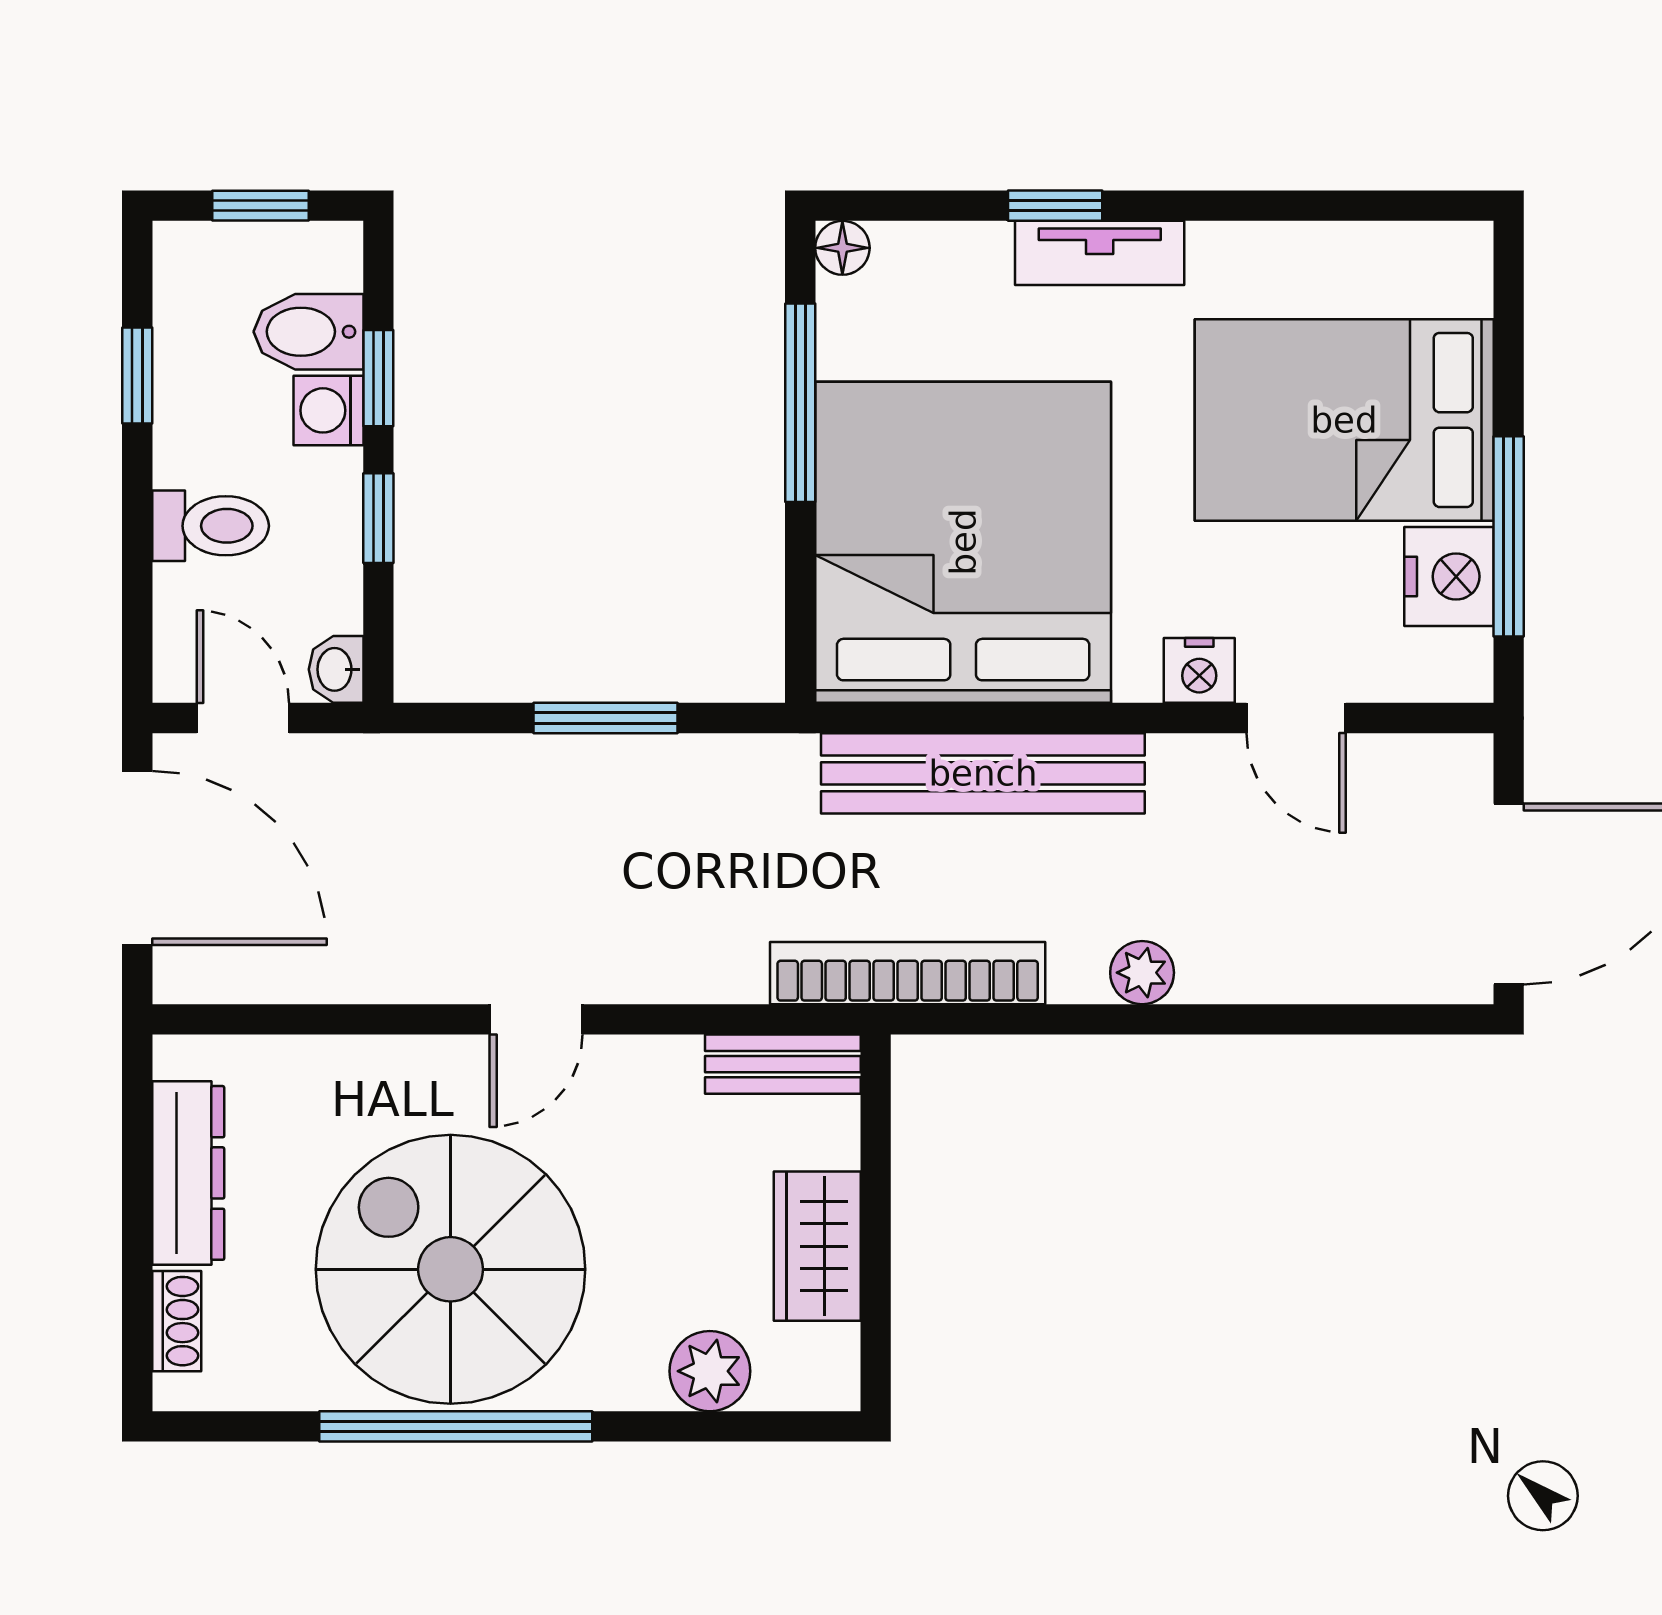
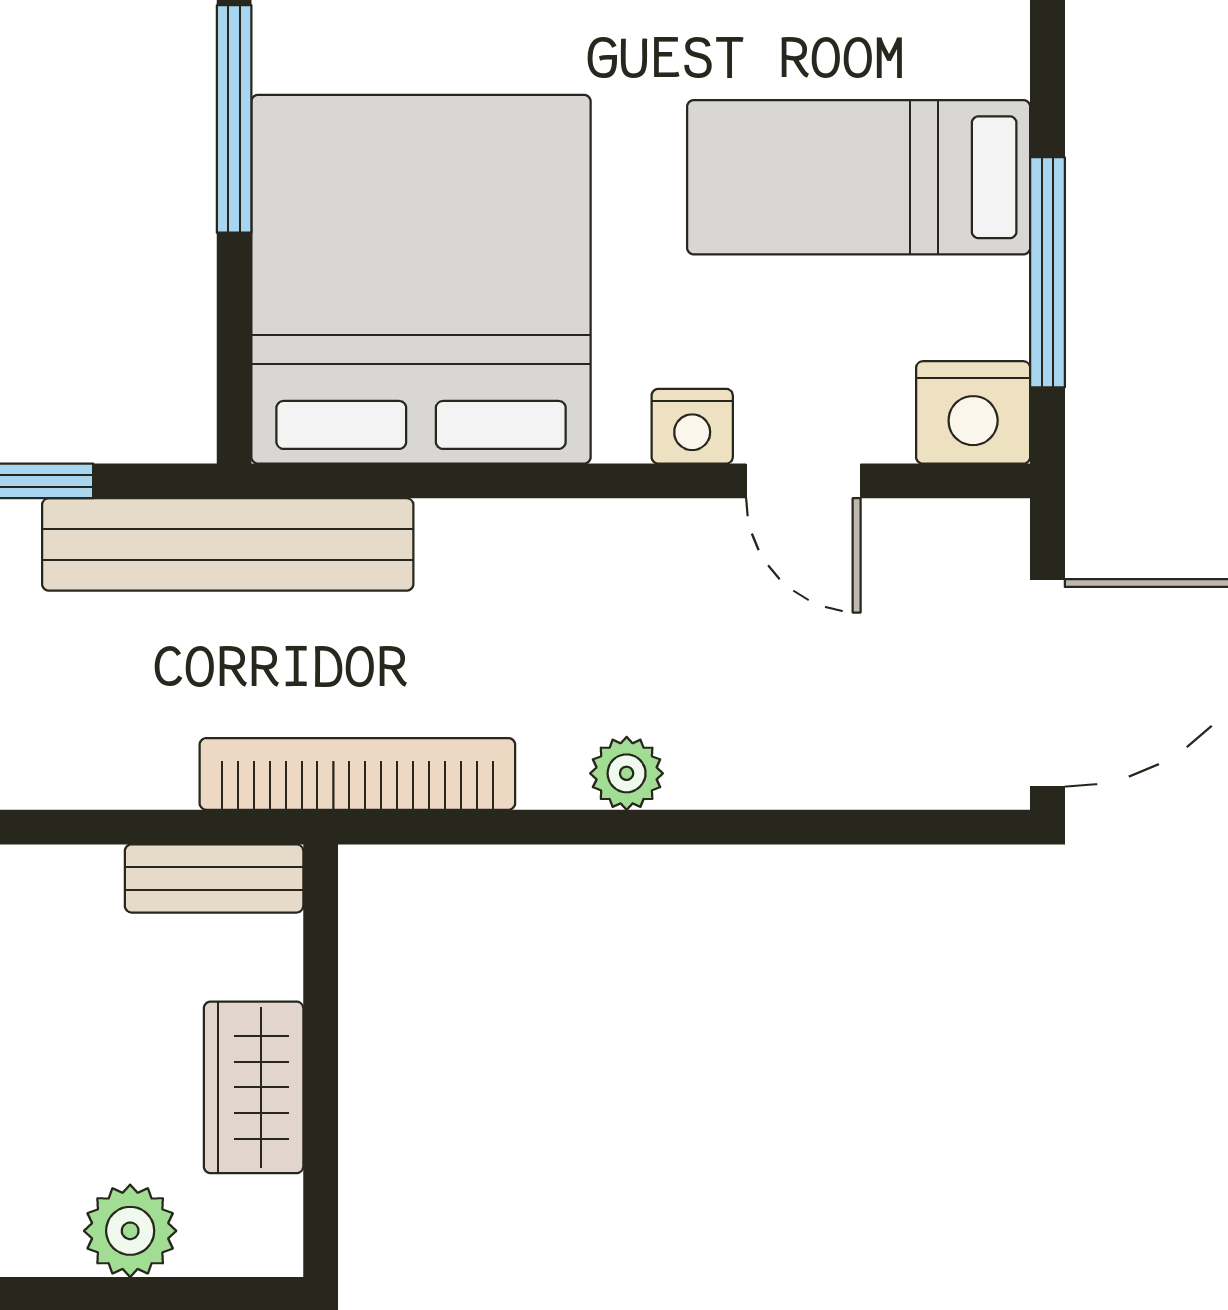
bed: (1344, 420) -> (859, 177), width x0.67
nightstand: (1449, 576) -> (973, 412), moved, turned 90
bench: (983, 773) -> (228, 544), moved

